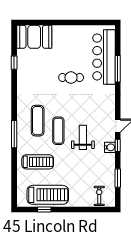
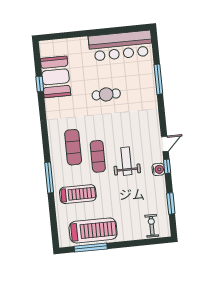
booth: (34, 37) -> (56, 77), moved, turned 90
bar counter: (104, 57) -> (121, 46), moved, turned -90
window: (14, 134) -> (49, 178), moved
window: (44, 210) -> (91, 248), width x2.17

